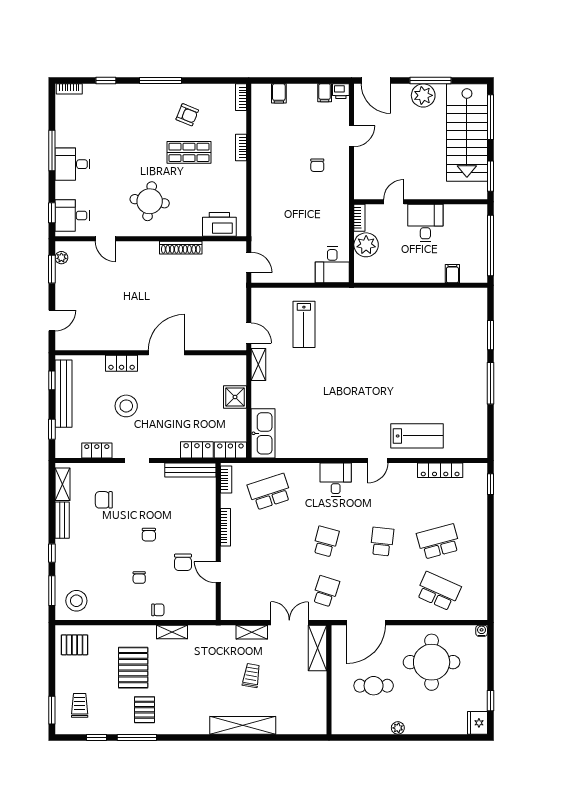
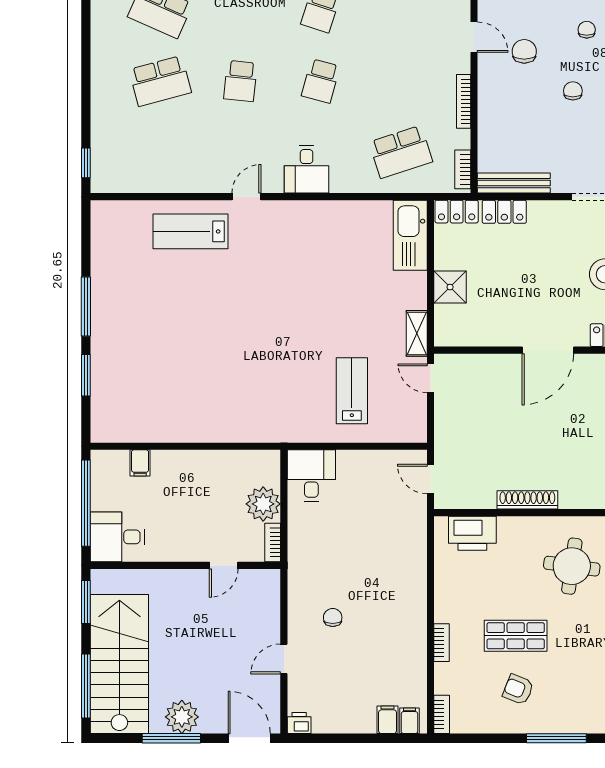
filing cabinet: (325, 93) -> (409, 721), moved
desk: (425, 223) -> (117, 537), moved, turned 90
locker: (440, 470) -> (158, 183), removed

